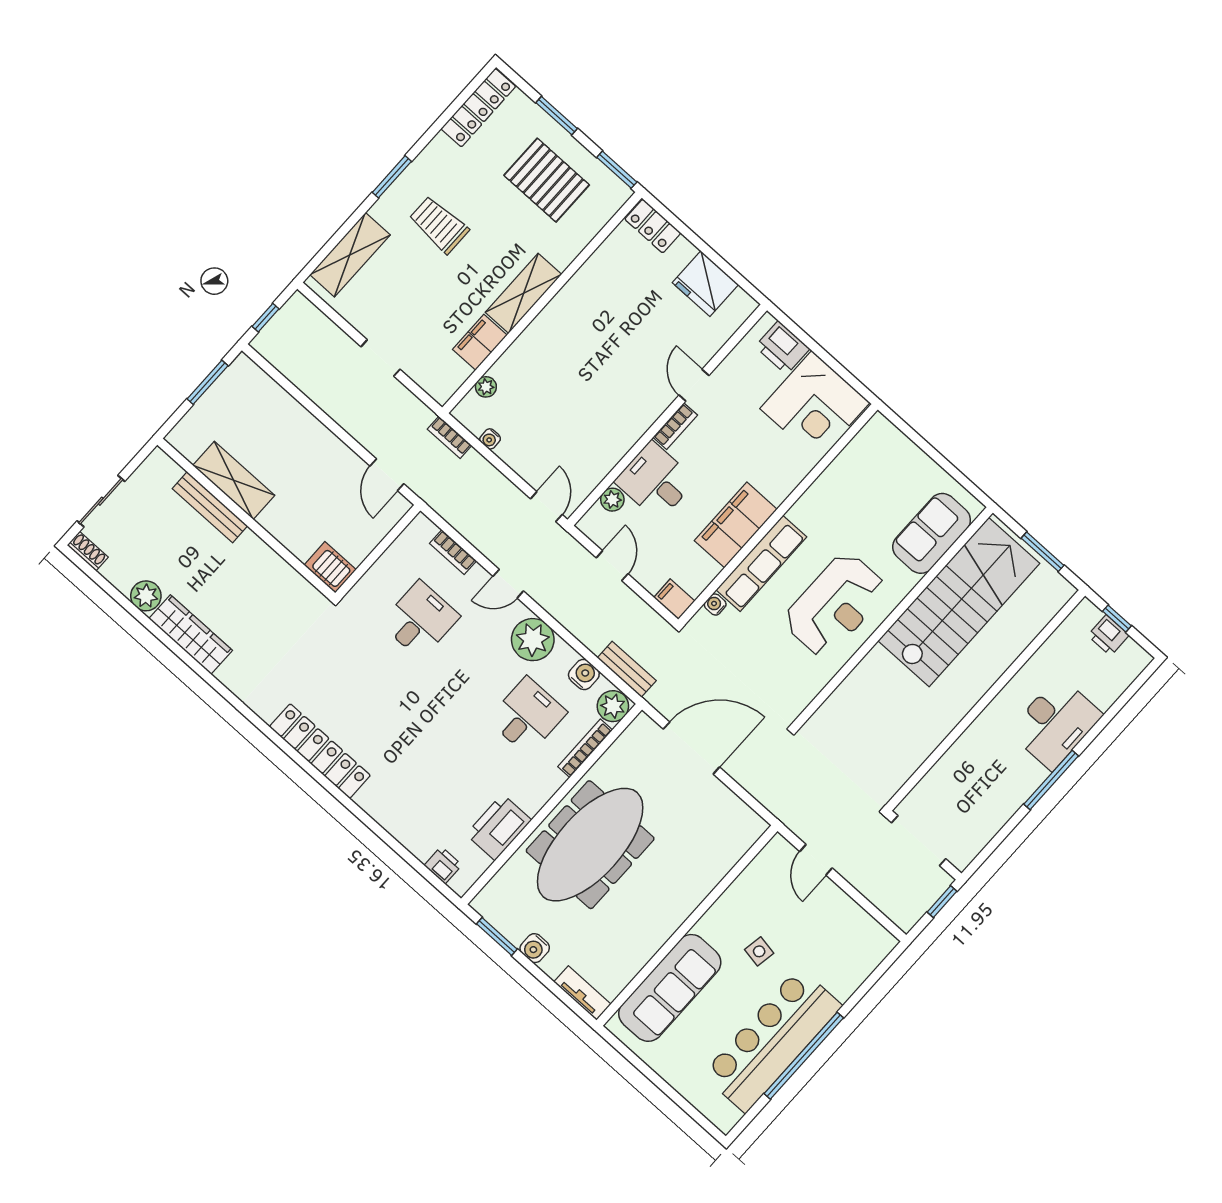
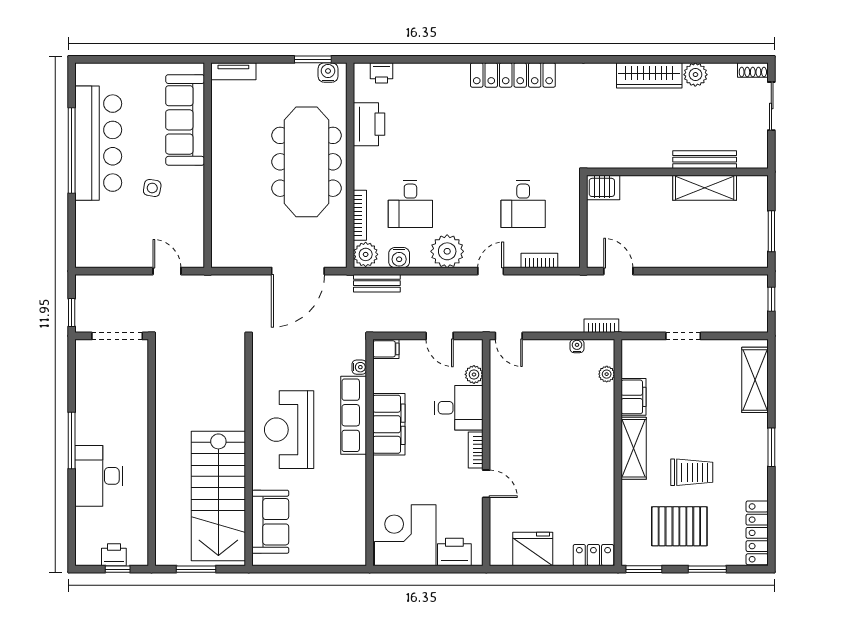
trolley: (439, 225) -> (692, 472), moved
water cooler: (535, 948) -> (328, 73), moved

